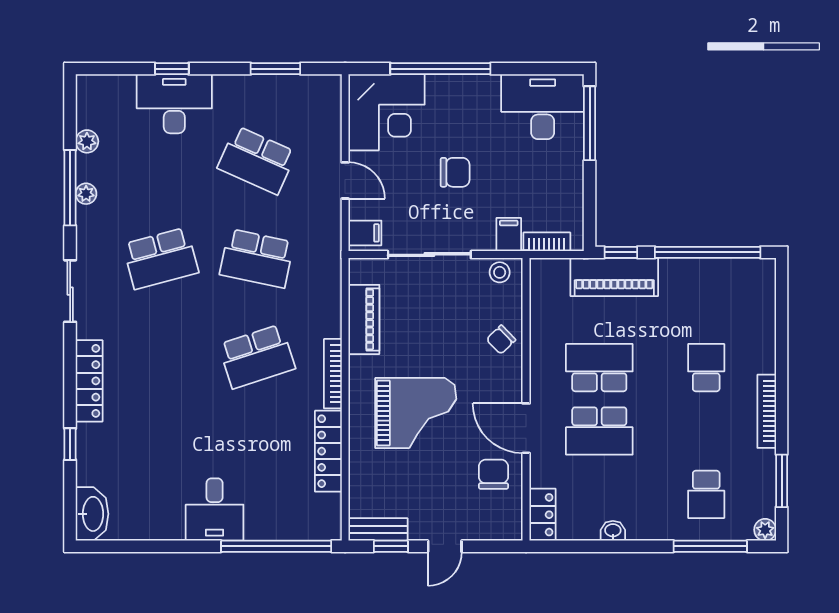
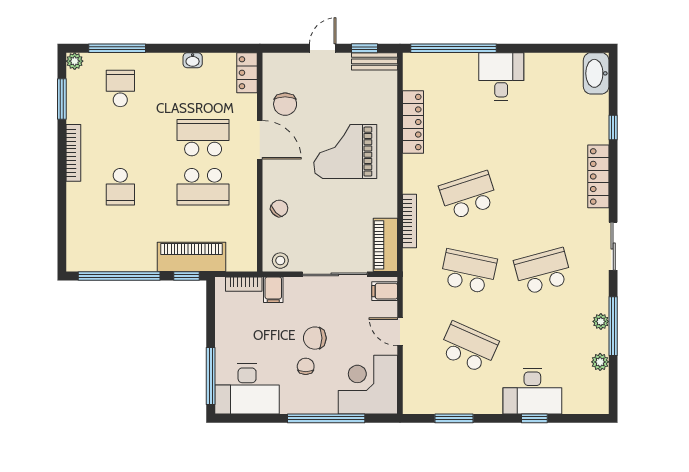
chair: (467, 136) -> (306, 366), added
piano: (364, 319) -> (385, 245), moved
bookcase: (333, 374) -> (410, 221), moved

